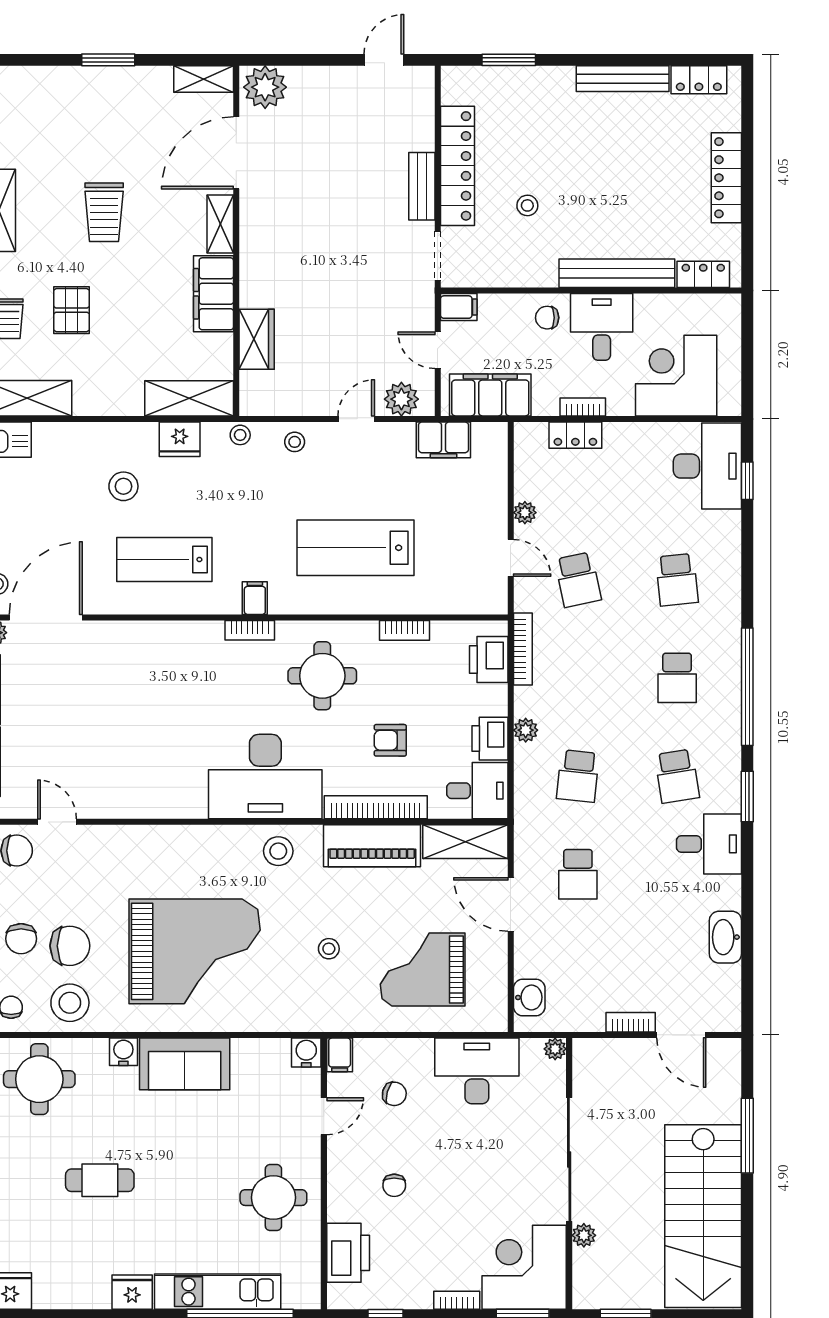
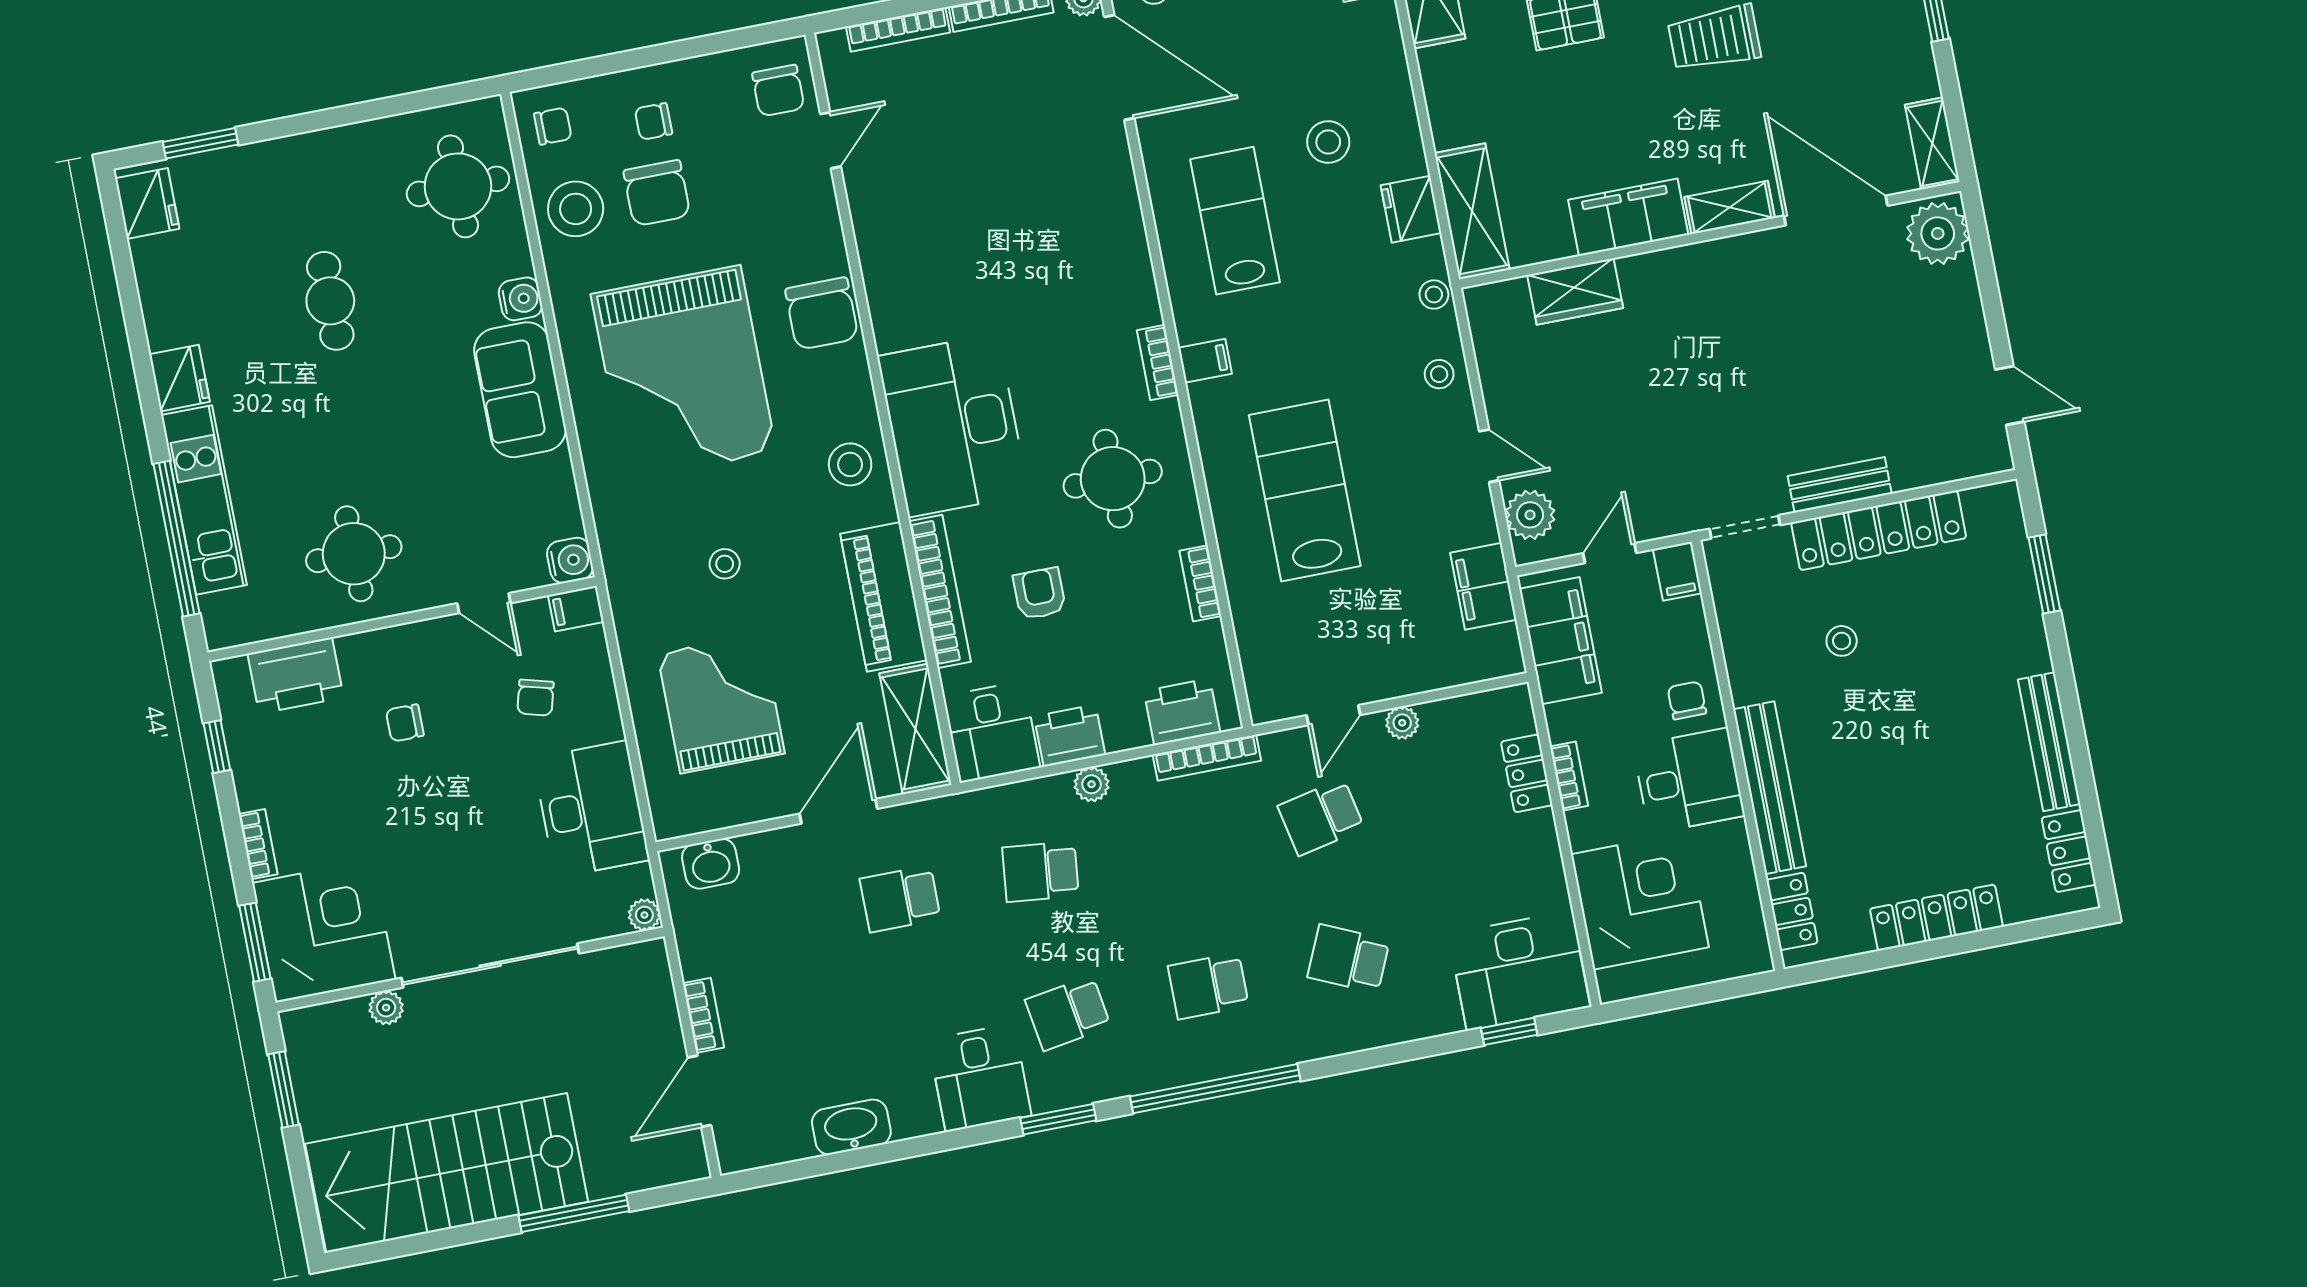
school desk: (677, 580) -> (1349, 959), turned 30
chair: (173, 850) -> (822, 314), added
chair: (21, 939) -> (653, 121), width x0.73, depth x0.73

